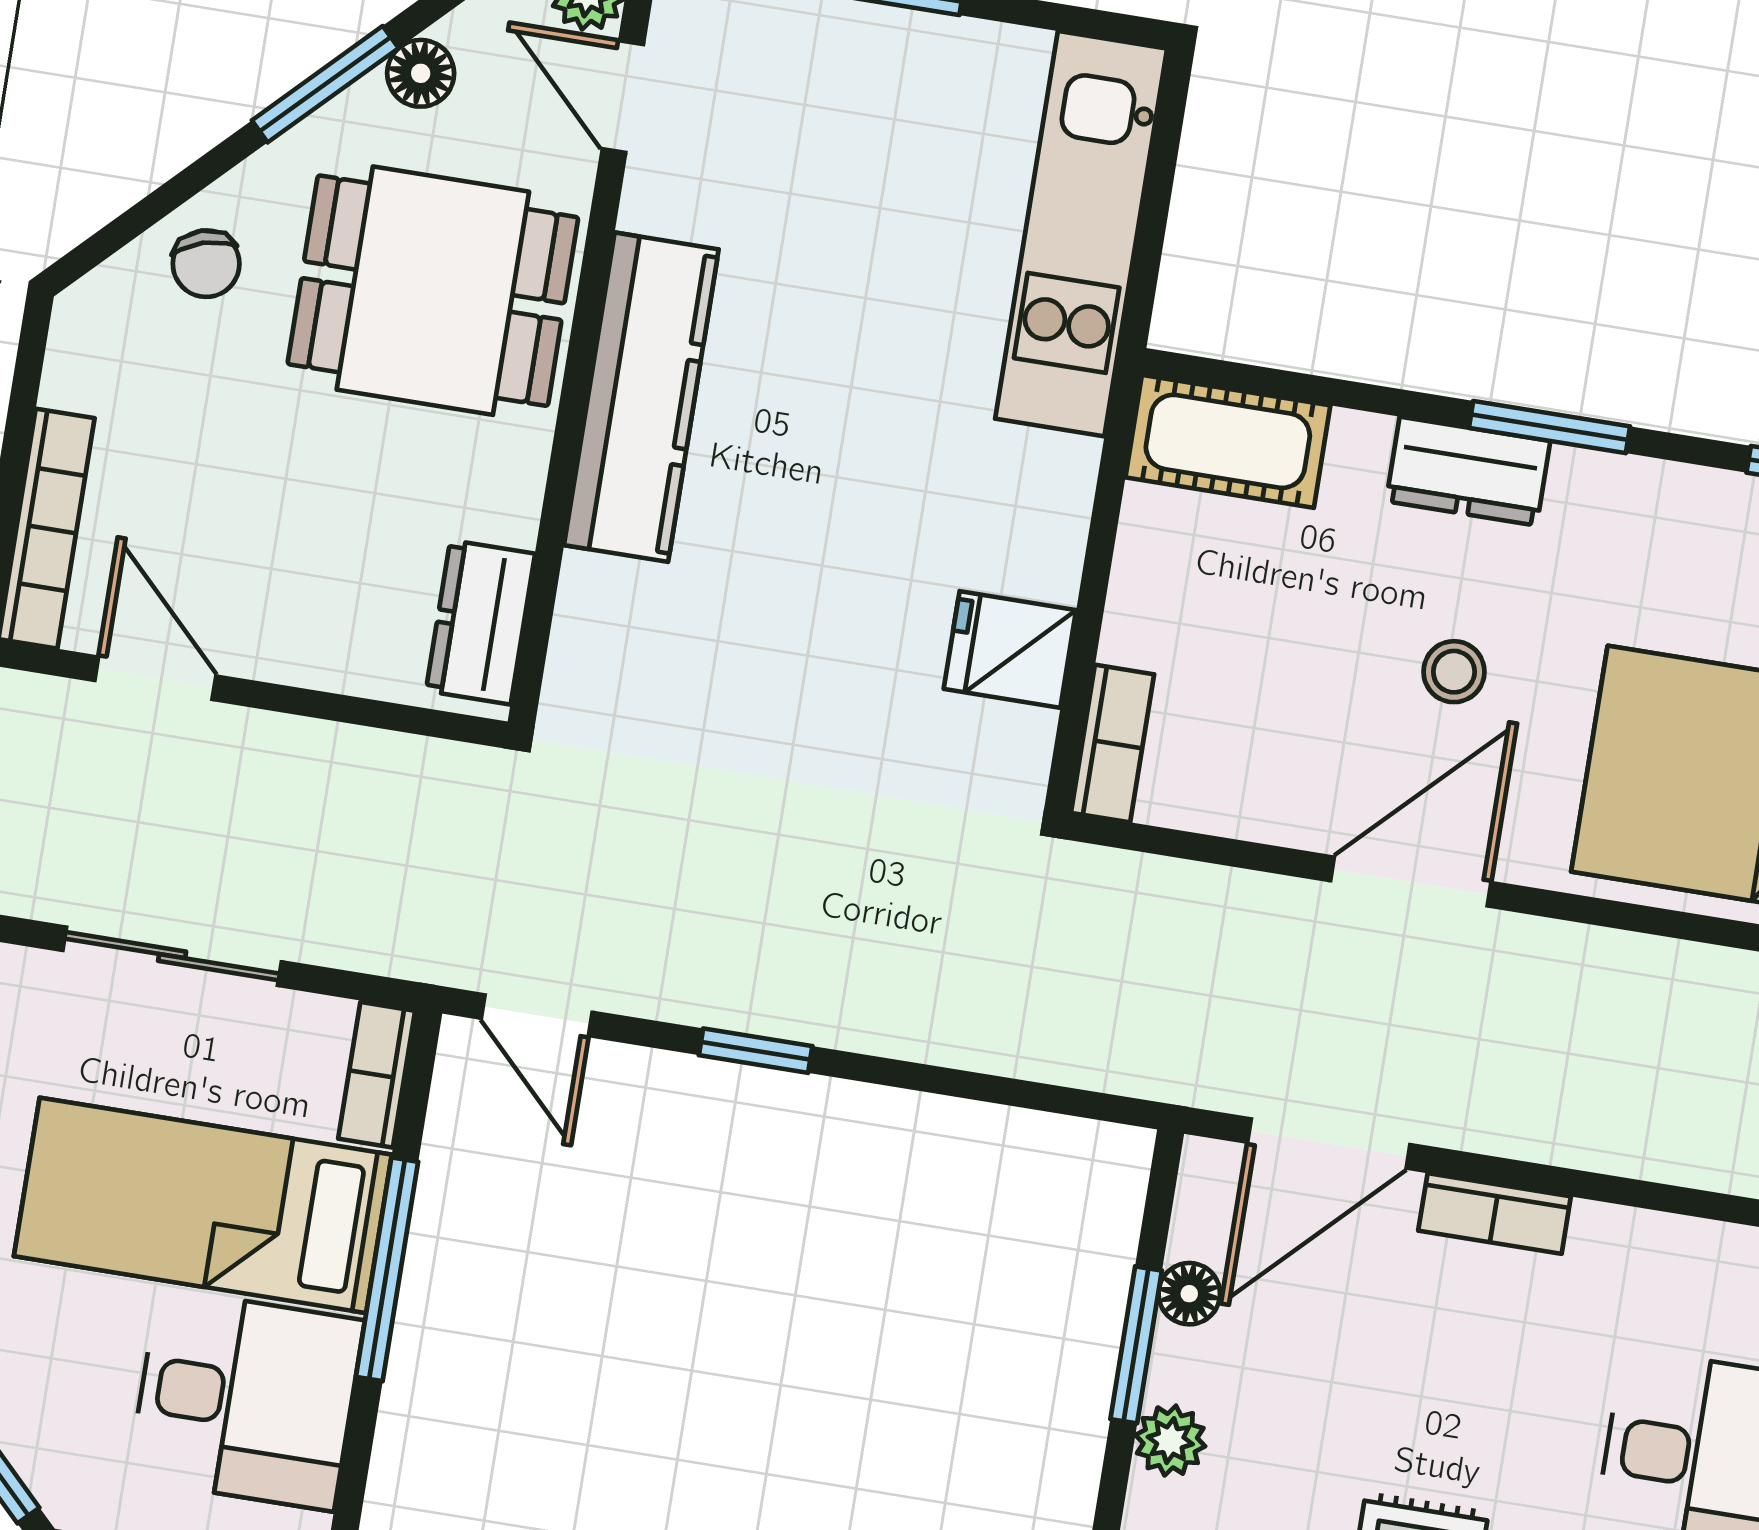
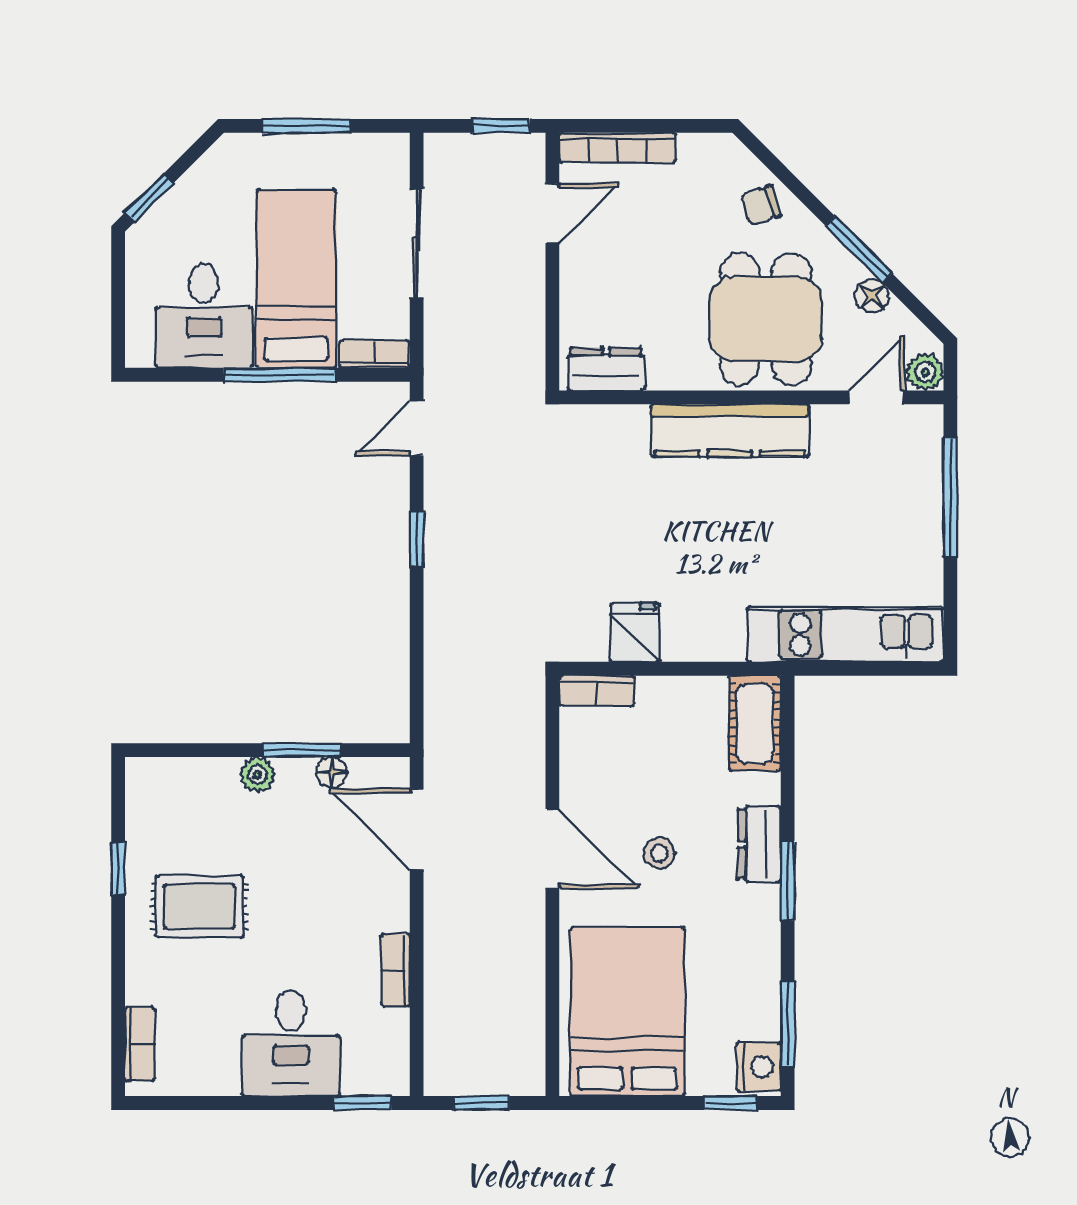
bookcase: (1495, 1214) -> (395, 970), moved

